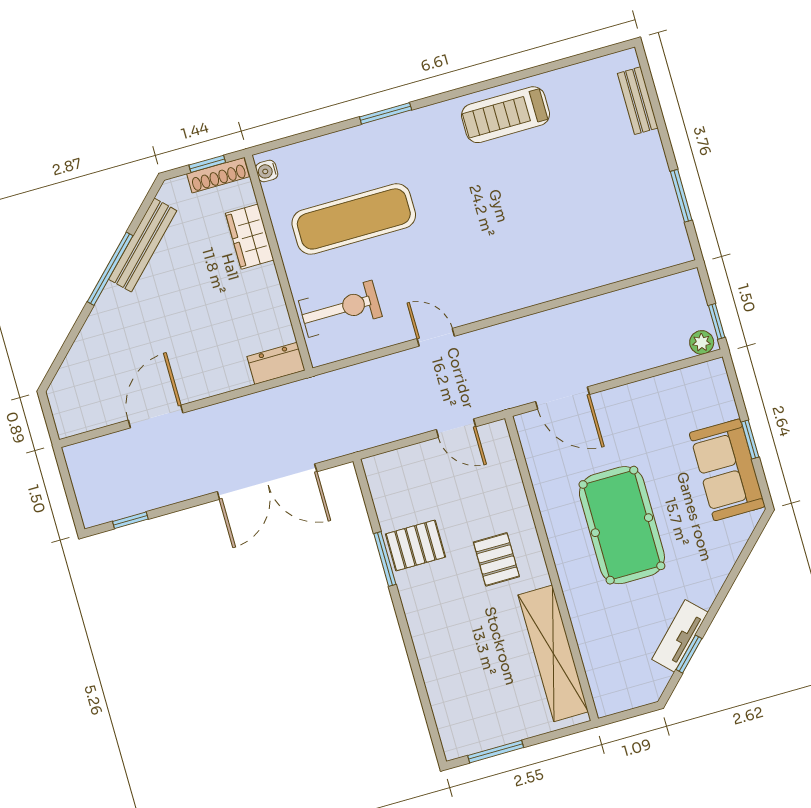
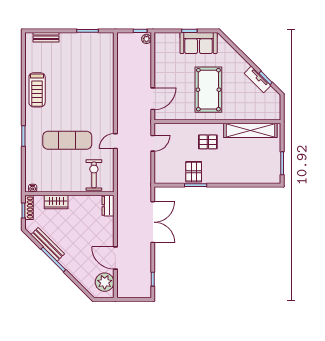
exercise mat: (354, 219) -> (67, 140), moved, turned 90
plant: (91, 407) -> (105, 282), added
pool table: (622, 525) -> (208, 90), turned 90

